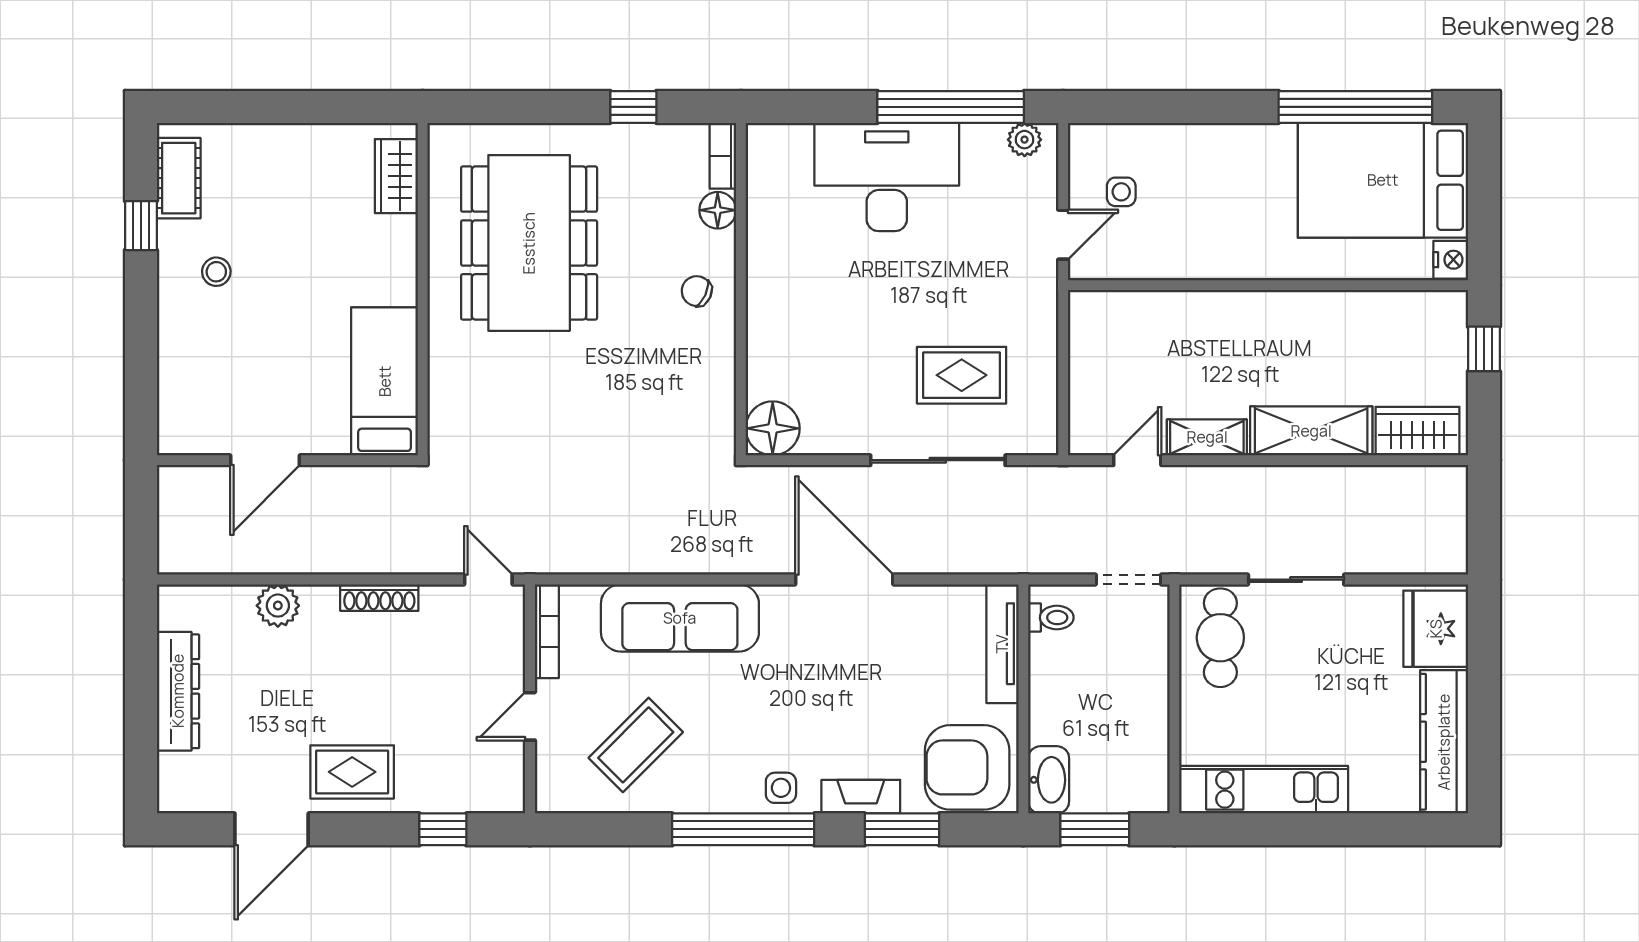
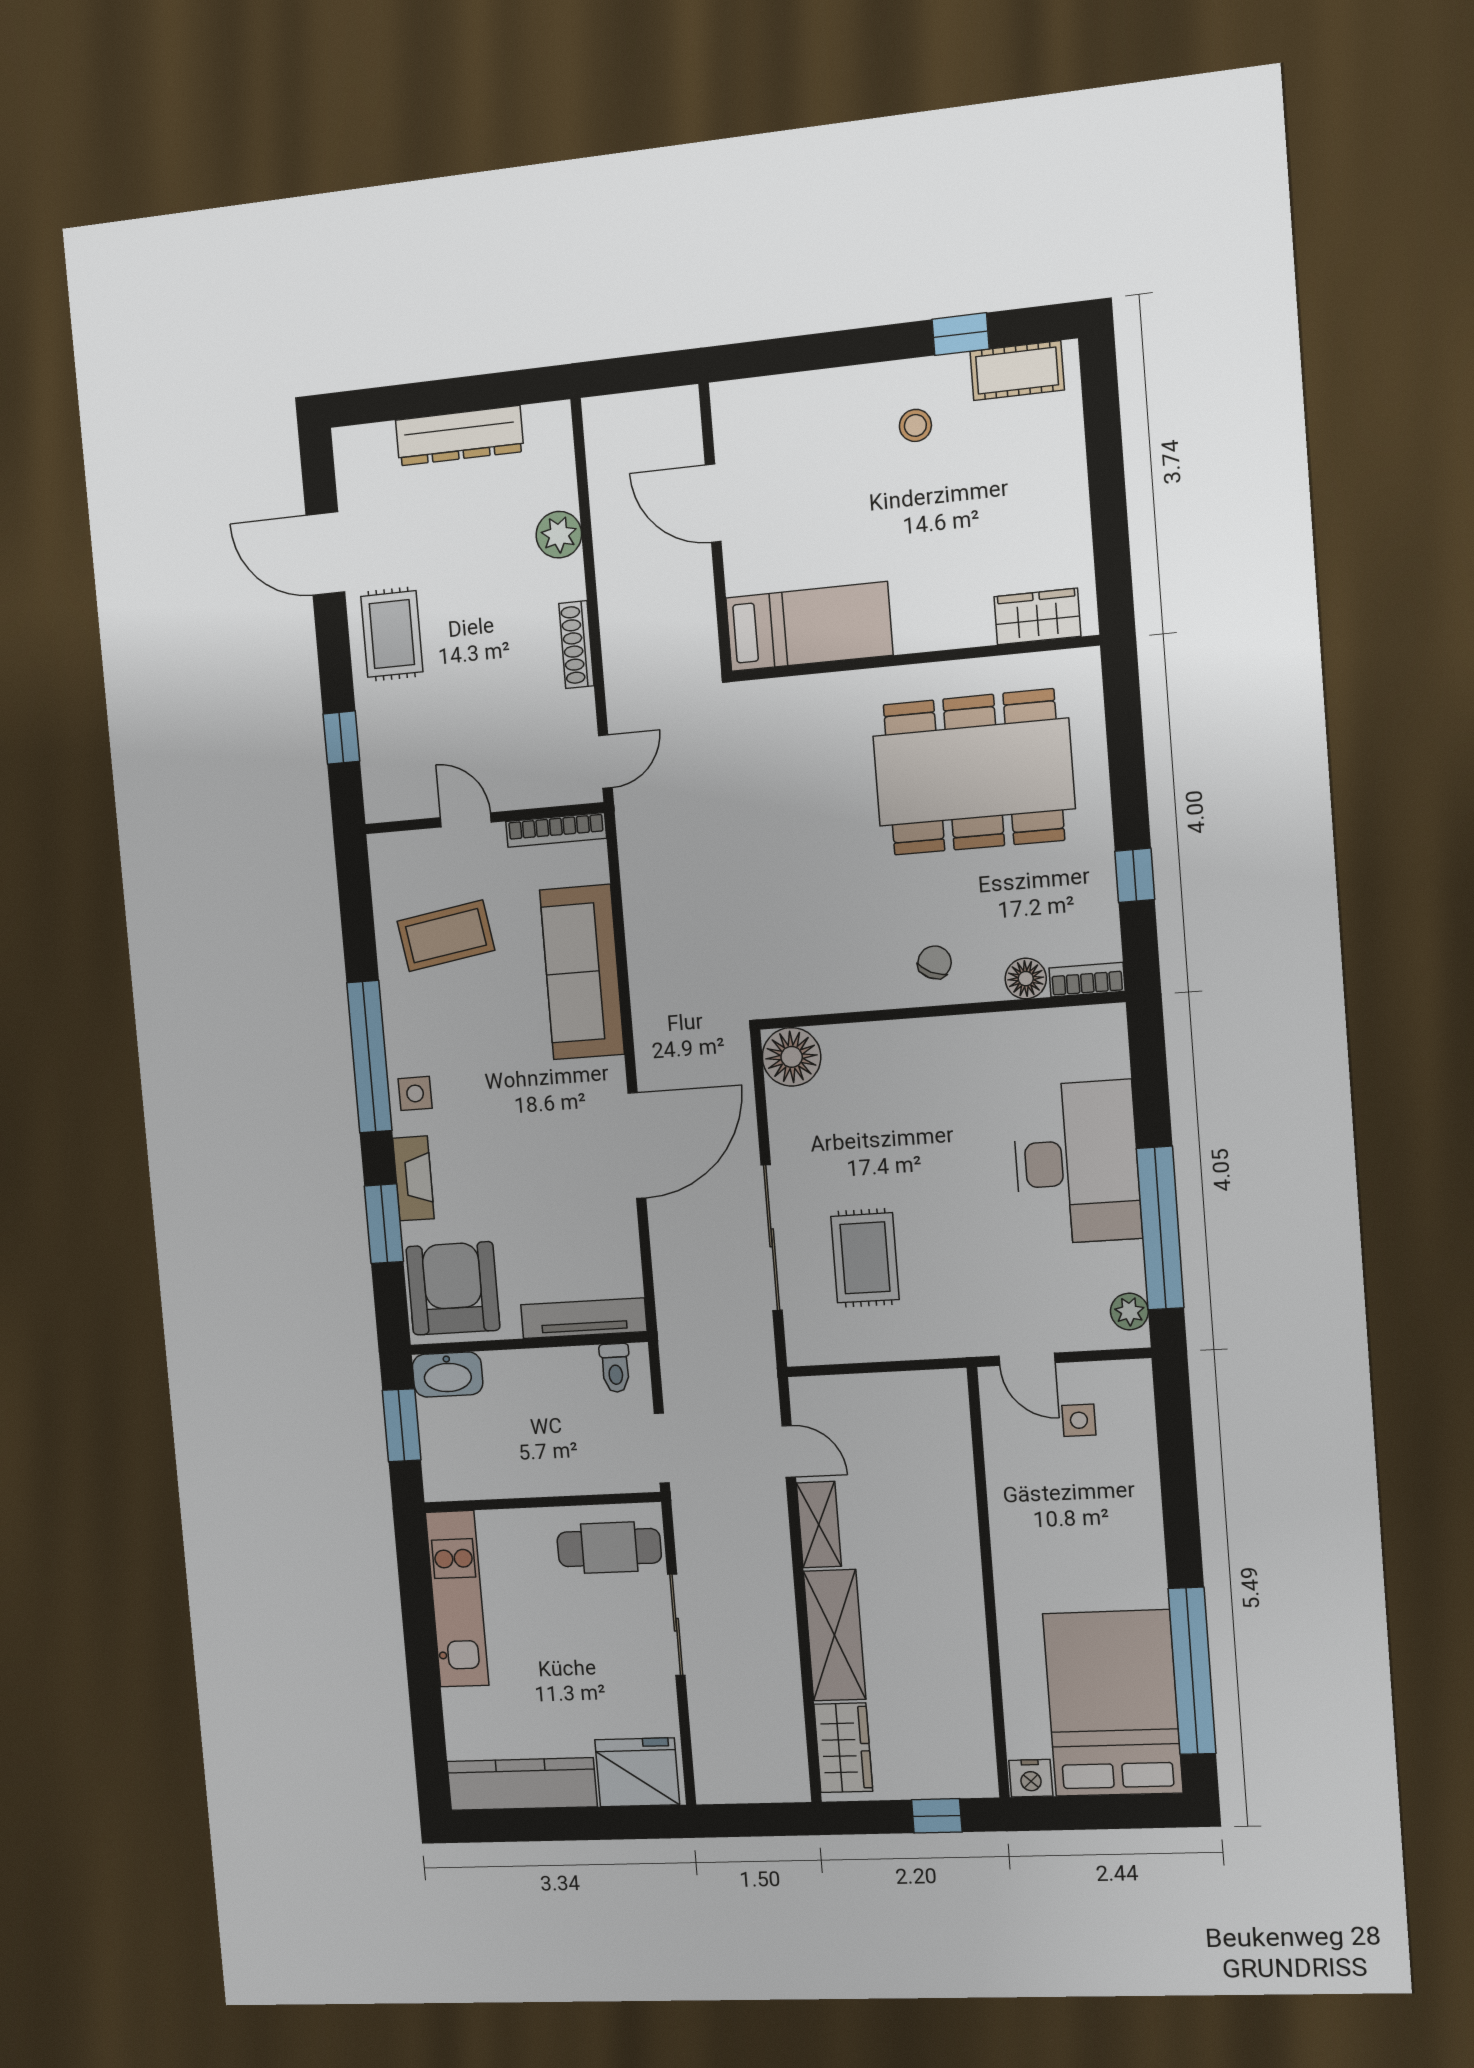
coffee table: (636, 745) -> (446, 936), turned -54

